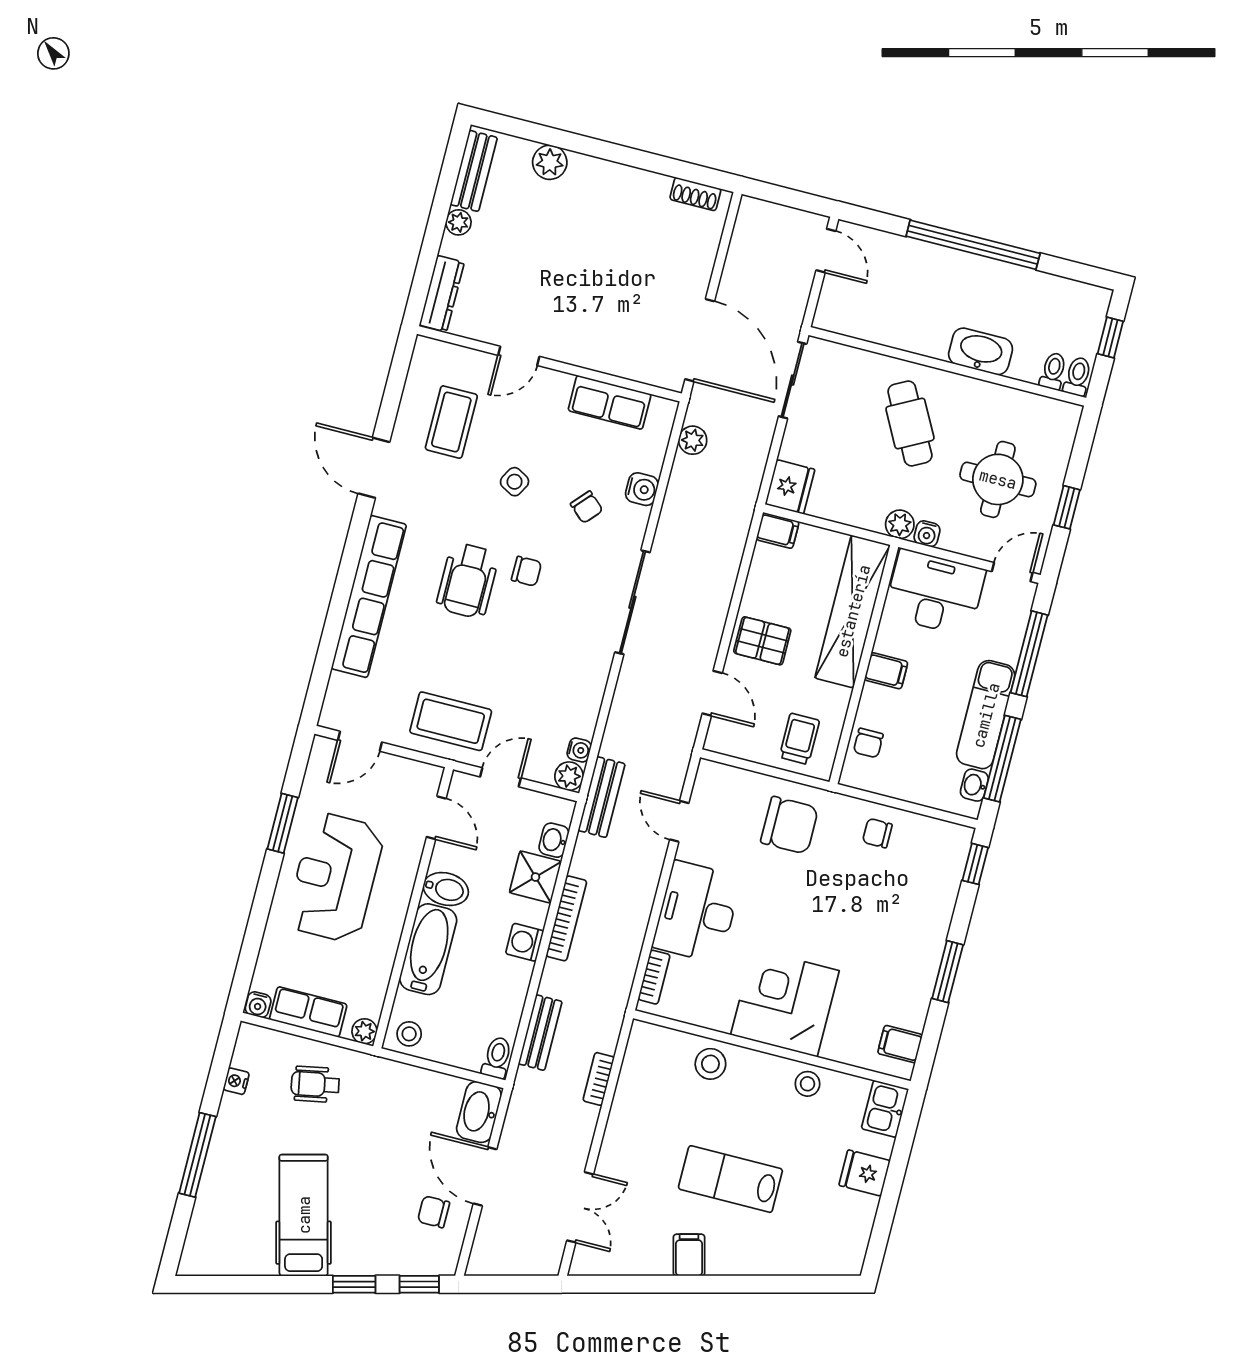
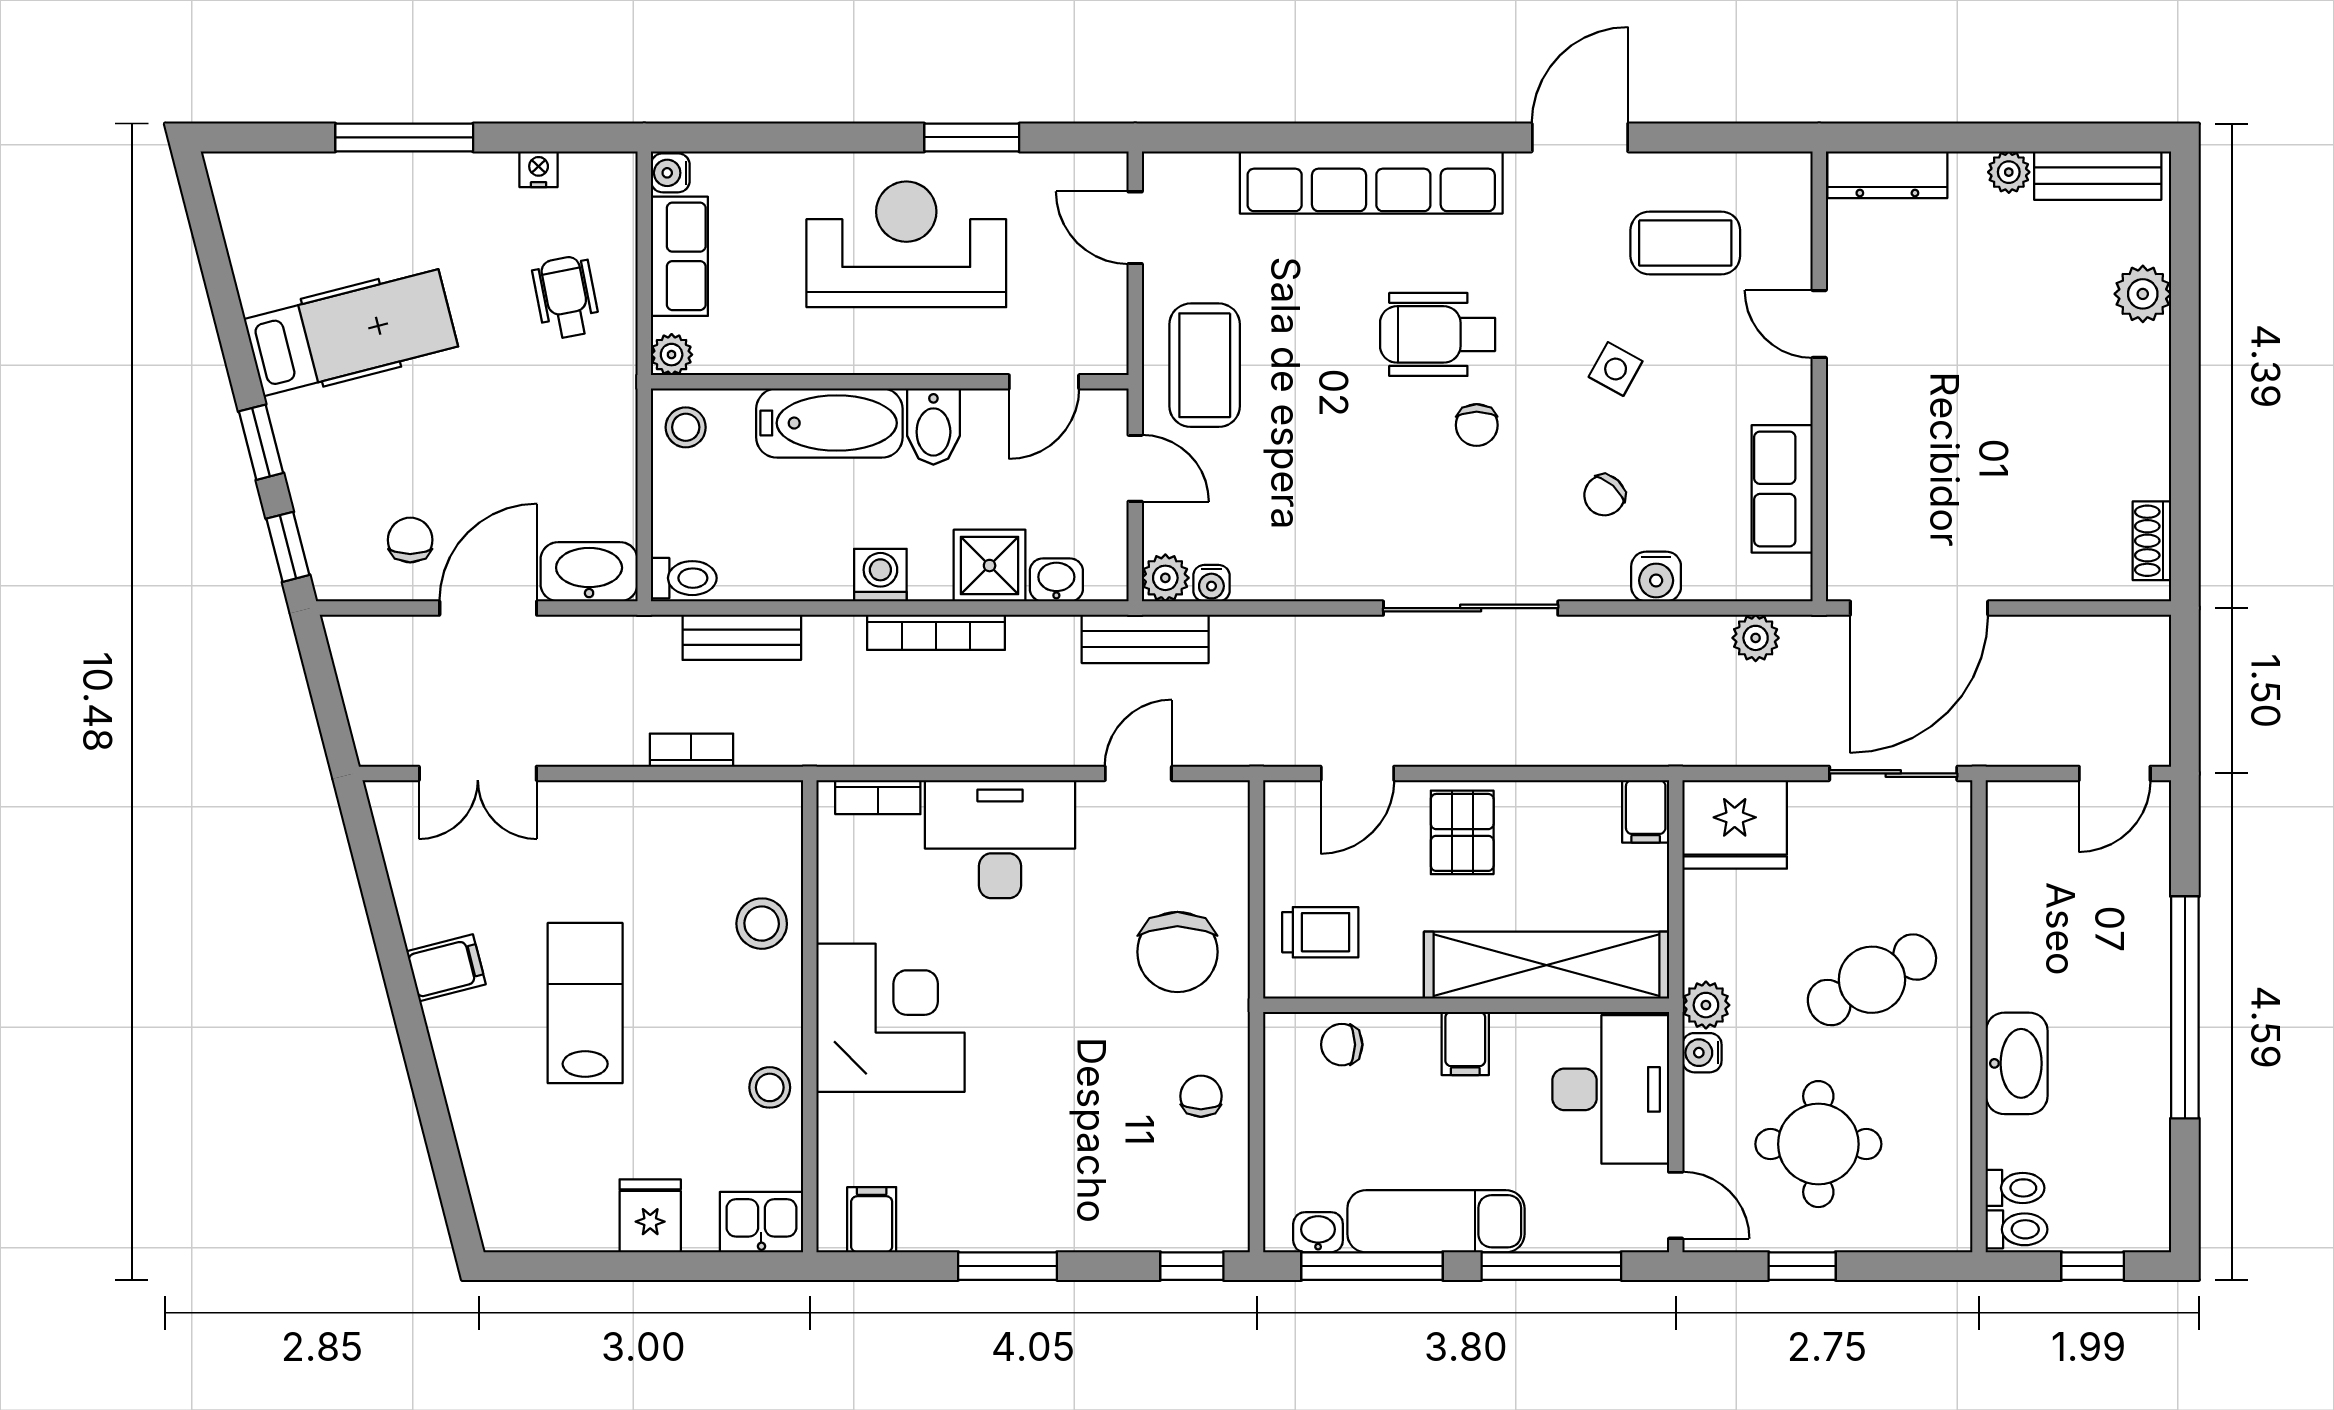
fridge: (790, 487) -> (1735, 824), width x1.36, depth x1.34

